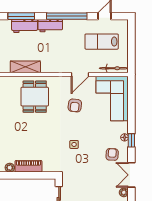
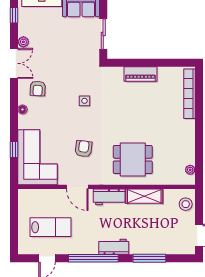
workbench: (25, 26) -> (109, 197), moved, turned 180
bicycle: (114, 68) -> (36, 194), removed
door: (80, 74) -> (77, 187), swing flipped
dining table: (35, 97) -> (133, 160), turned 90
window: (131, 140) -> (14, 149), moved
plant: (10, 168) -> (163, 72), removed

